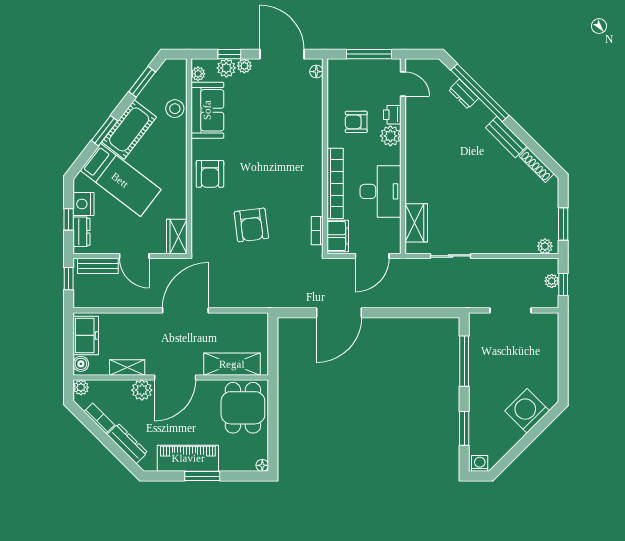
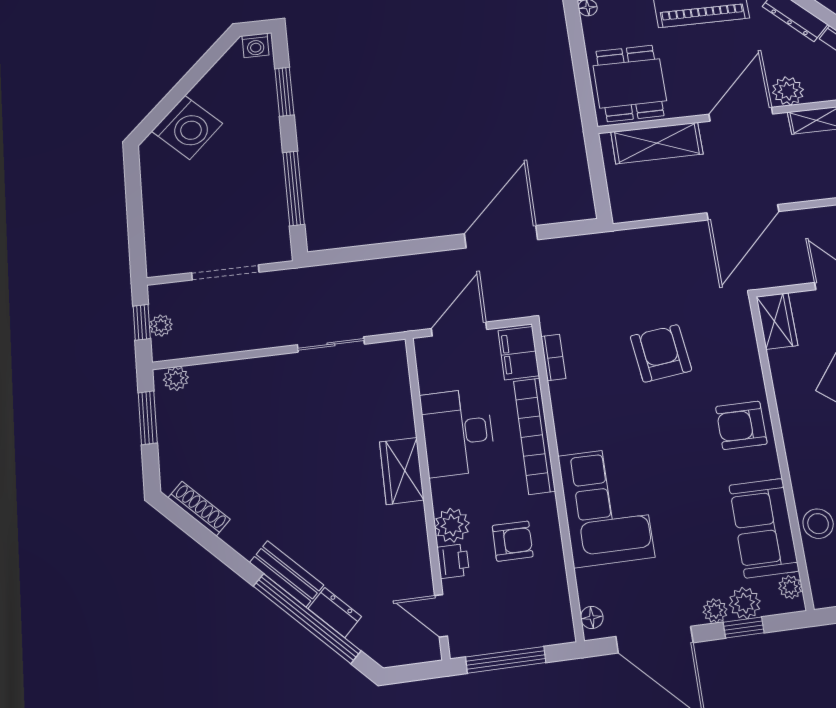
corner sofa: (299, 135) -> (606, 506), added
bench: (506, 137) -> (287, 574), moved
armchair: (210, 174) -> (741, 425), turned -90
wardrobe: (416, 223) -> (402, 471), moved

